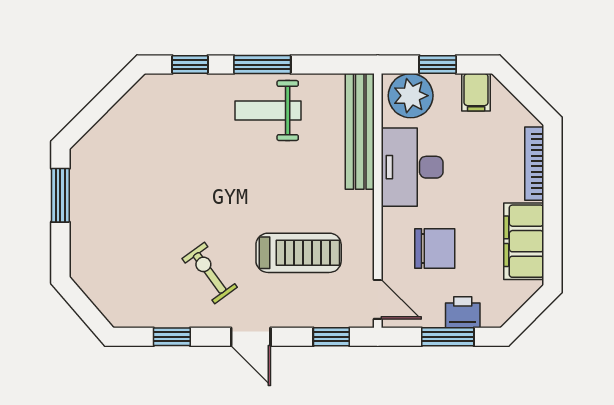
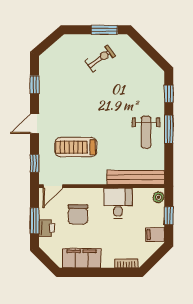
plant: (411, 96) -> (158, 197), width x0.53, depth x0.53
weight bench: (268, 111) -> (146, 132), turned 180
bookcase: (534, 164) -> (126, 263), width x0.64
desk: (412, 167) -> (118, 203), width x0.73
treadmill: (299, 253) -> (76, 147), turned 90
exercise bike: (210, 273) -> (100, 59), moved

